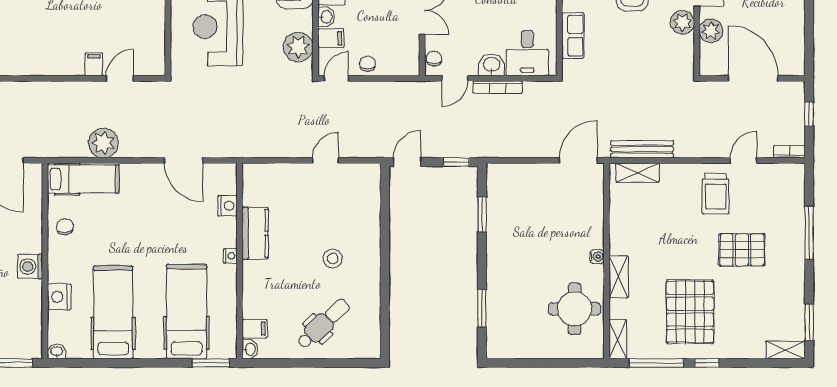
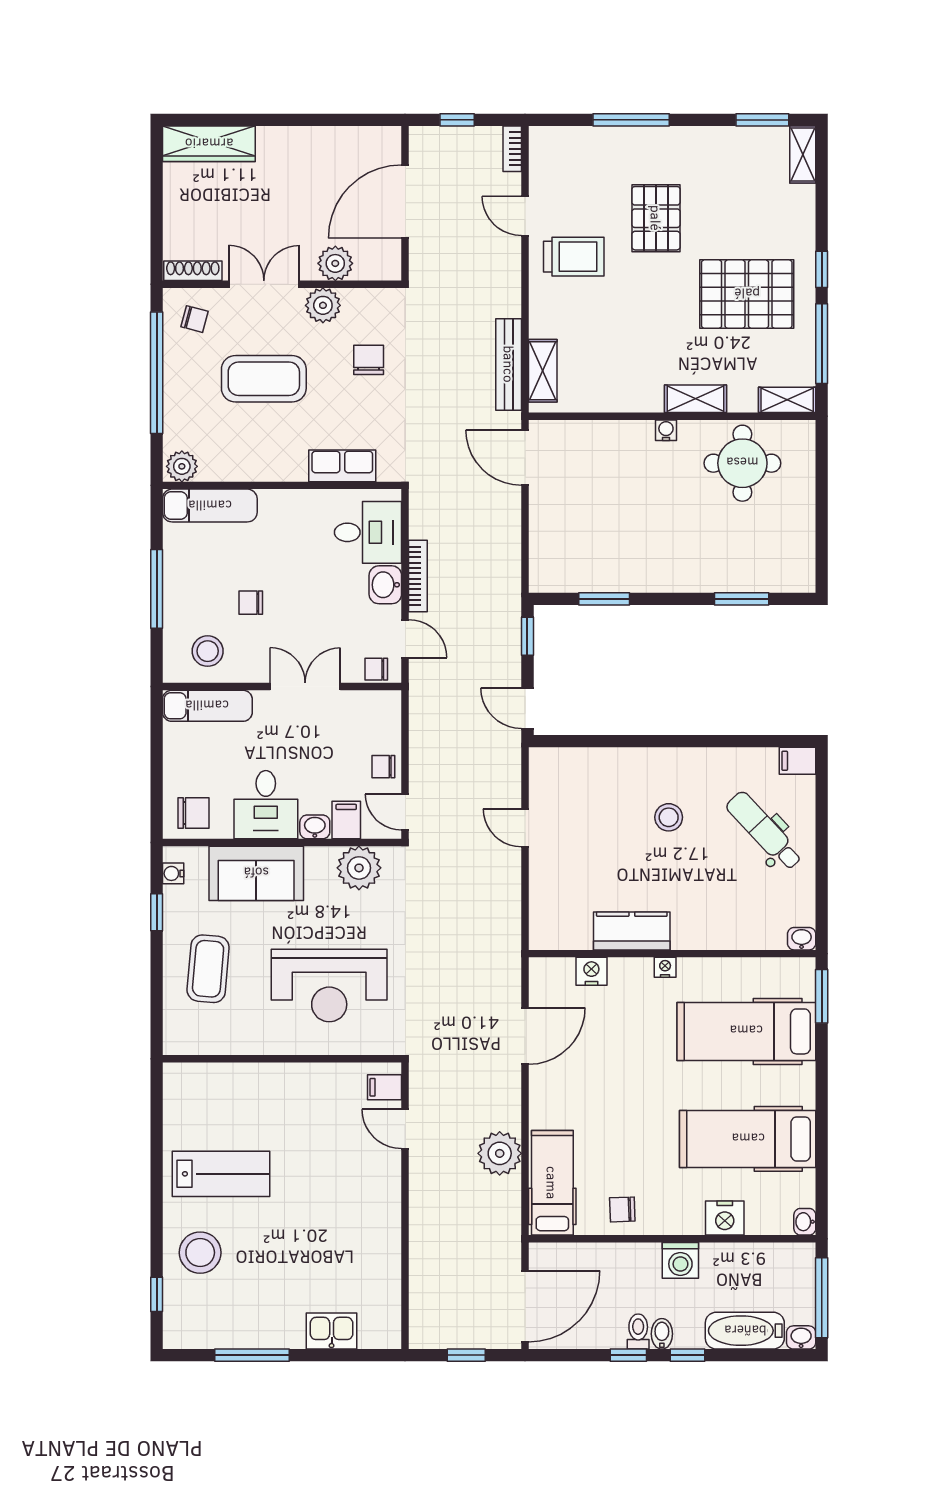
chair: (645, 54) -> (369, 360), added
filing cabinet: (94, 64) -> (384, 1087), moved
filing cabinet: (255, 329) -> (797, 761), moved, turned -90

